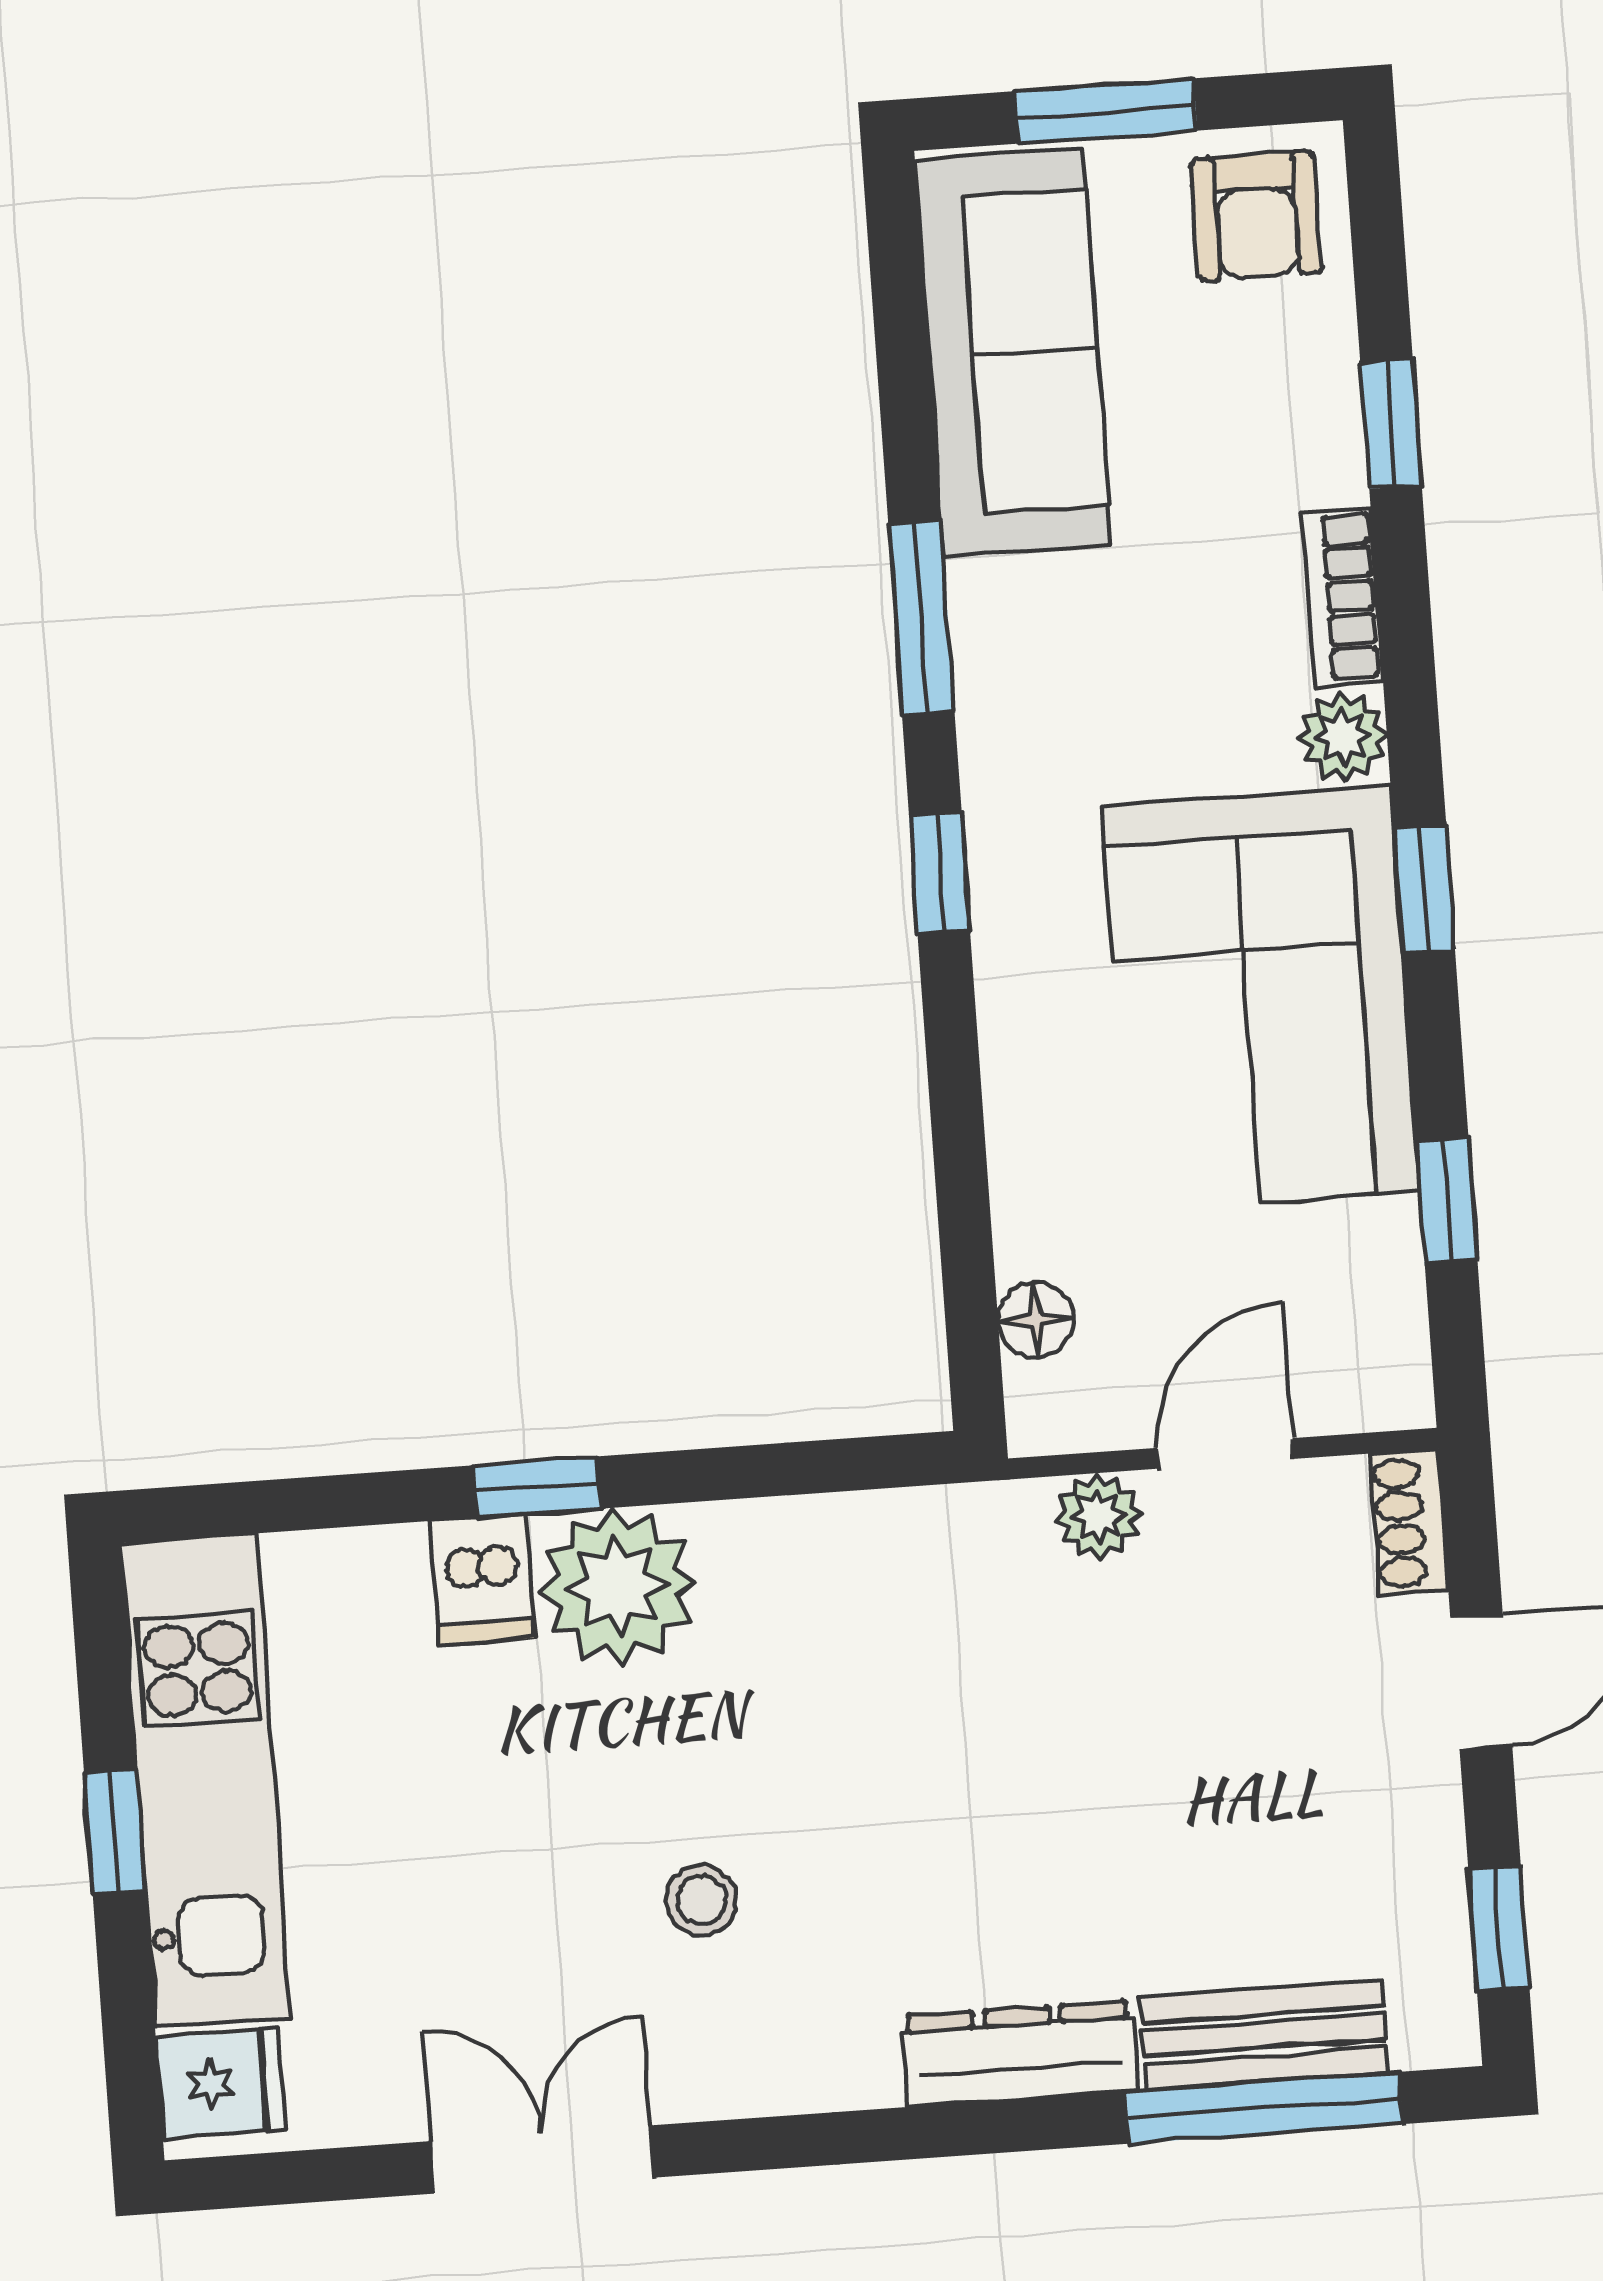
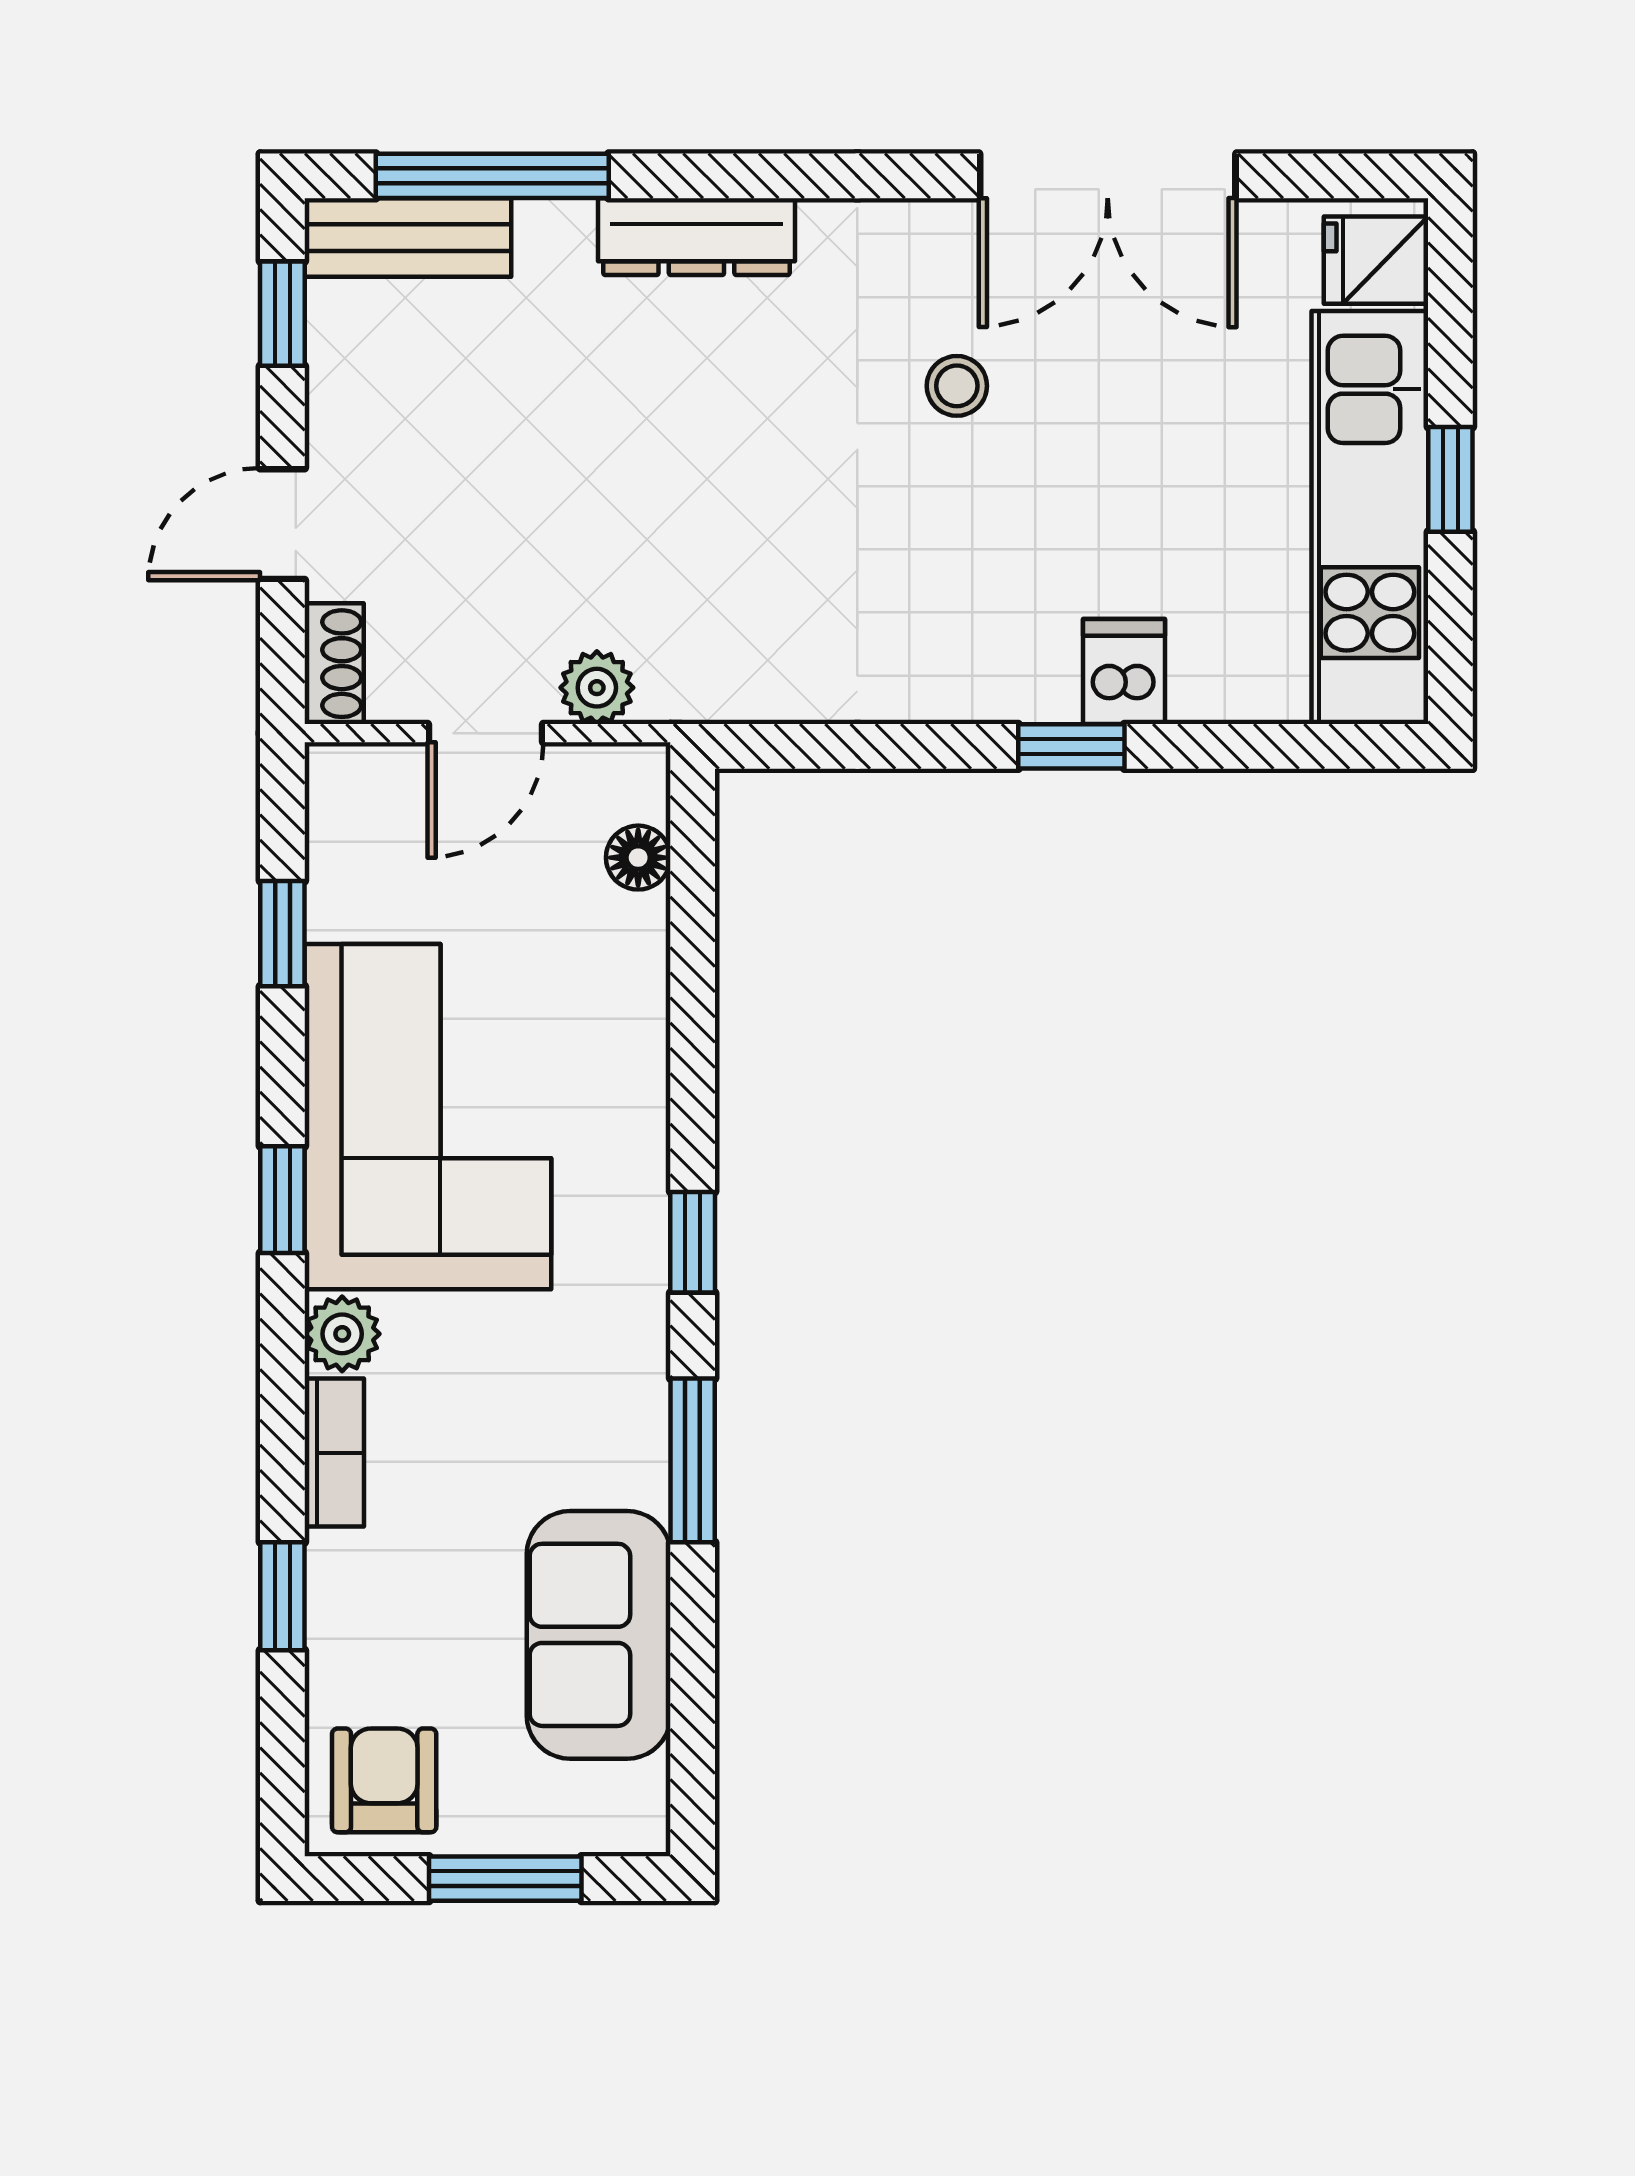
sofa: (1013, 352) -> (599, 1635), width x0.73
plant: (618, 1587) -> (1009, 657), removed
bench: (1264, 2035) -> (408, 238), moved
double door: (542, 2159) -> (1108, 176), width x1.37

